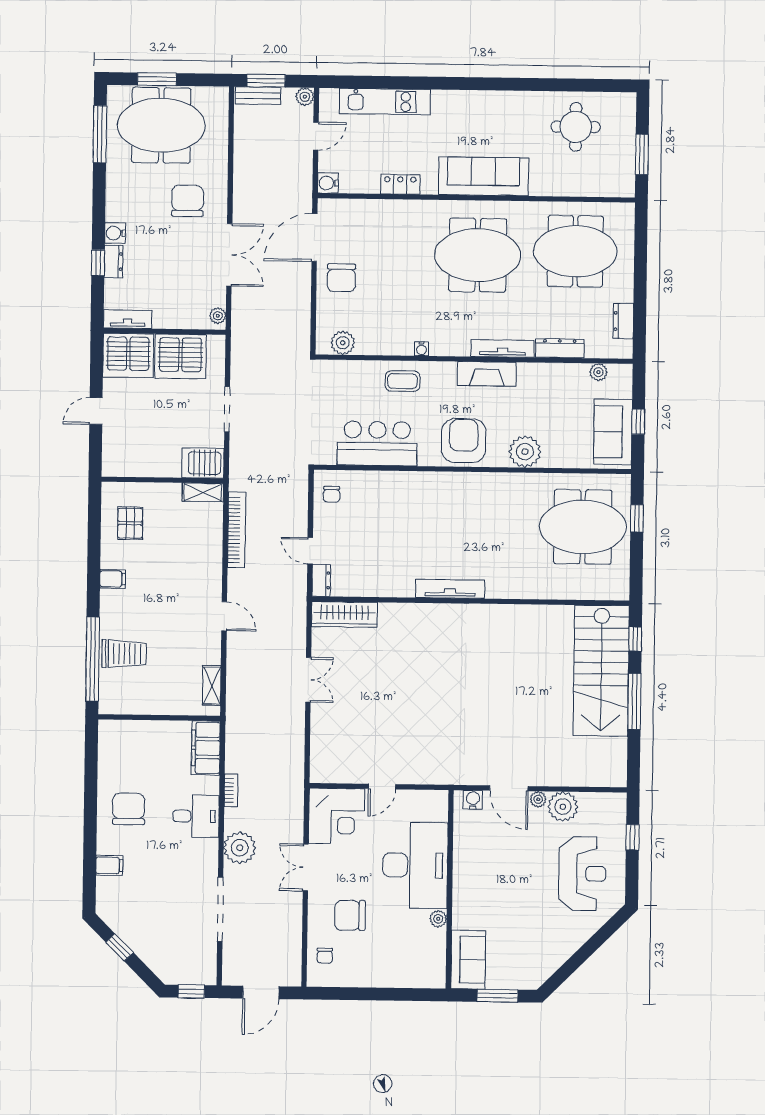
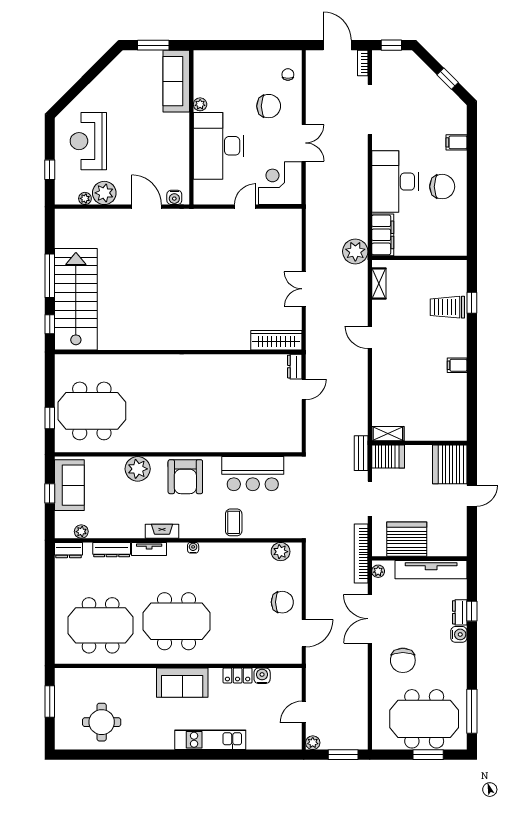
bench: (258, 96) -> (361, 453), moved, turned 90
kitchen unit: (385, 102) -> (210, 740), moved
sofa: (483, 176) -> (182, 683), width x0.73
water cooler: (328, 183) -> (262, 676), moved, turned -90
door: (314, 237) -> (304, 633), width x0.73
chair: (341, 278) -> (282, 602), turned 90
tv unit: (128, 319) -> (431, 570), width x1.92, depth x1.29
dresser: (623, 321) -> (69, 550), moved, turned 90
tv unit: (503, 348) -> (149, 549), width x0.71
water cooler: (422, 349) -> (193, 548), moved
server rack: (128, 355) -> (450, 464), moved, turned -90
fireplace: (487, 374) -> (162, 531), width x0.73, depth x0.76
coffee table: (402, 381) -> (234, 522), turned 90
chair: (332, 494) -> (288, 434), removed
pallet: (130, 523) -> (444, 409), removed
bookcase: (237, 530) -> (361, 554), moved
door: (310, 551) -> (304, 389), hinge flipped
tv unit: (450, 589) -> (194, 361), removed
window: (92, 659) -> (472, 303), width x0.32
bookcase: (231, 790) -> (363, 63), moved
plant: (538, 799) -> (85, 198), moved
chair: (129, 809) -> (442, 187), turned -90
desk: (196, 816) -> (395, 182), width x1.87, depth x1.30
plant: (240, 848) -> (355, 251), moved
sofa: (468, 960) -> (176, 81), width x1.36
door: (261, 992) -> (337, 45), hinge flipped

